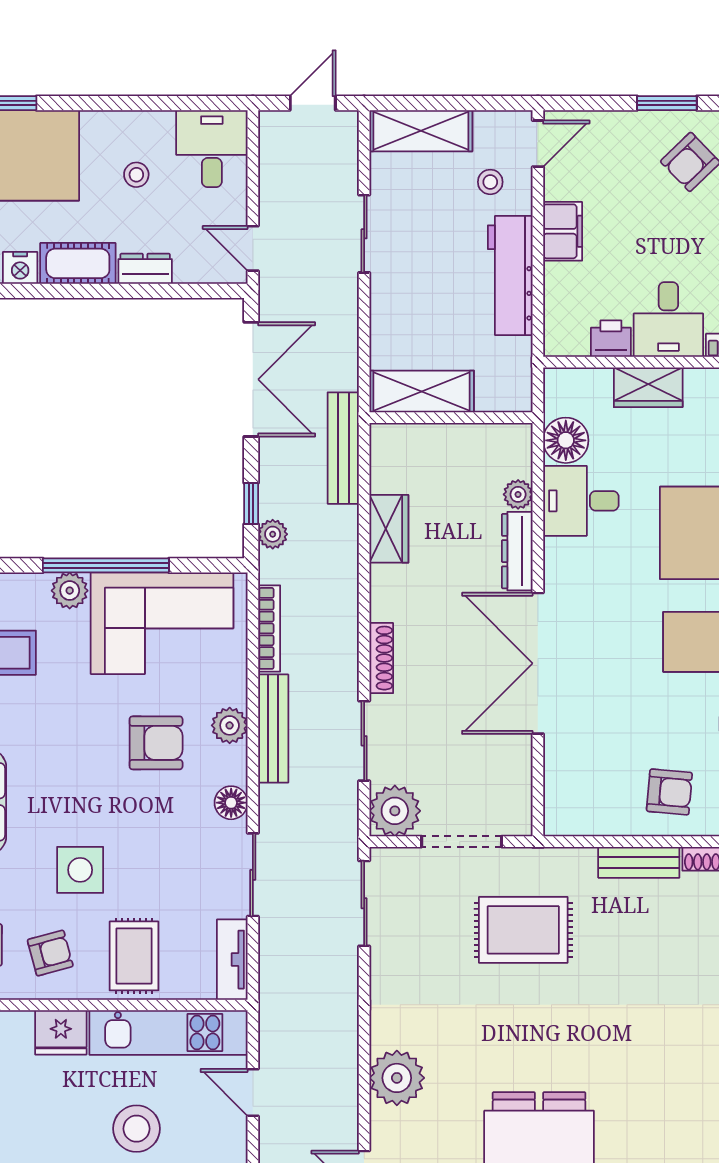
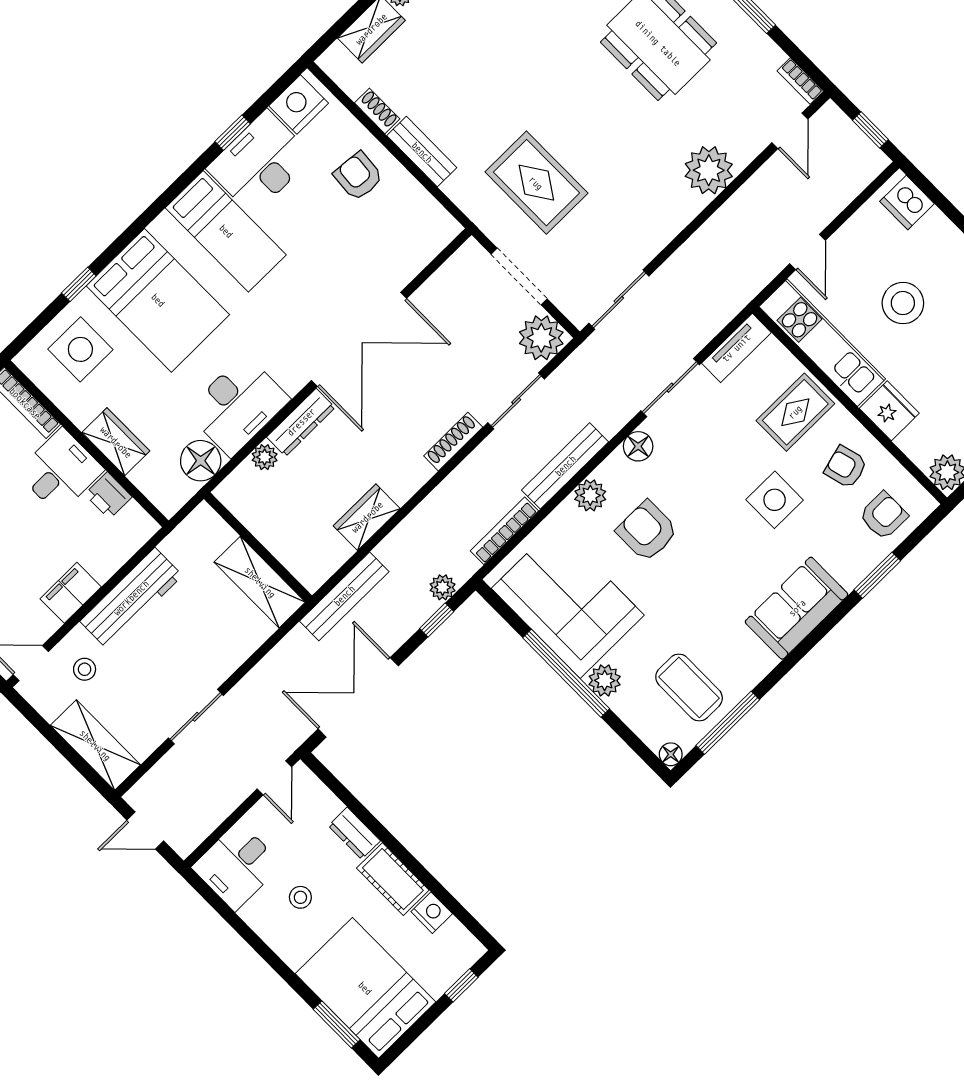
desk: (581, 501) -> (238, 405), width x1.37

